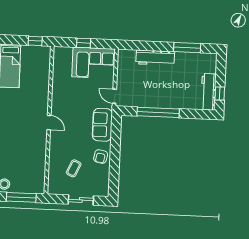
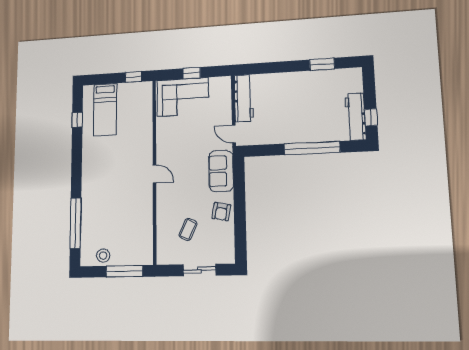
window: (187, 48) -> (322, 64), width x0.69
workbench: (155, 58) -> (244, 98), moved, turned -90
corner sofa: (94, 63) -> (183, 97), moved
window: (158, 112) -> (312, 148), moved

